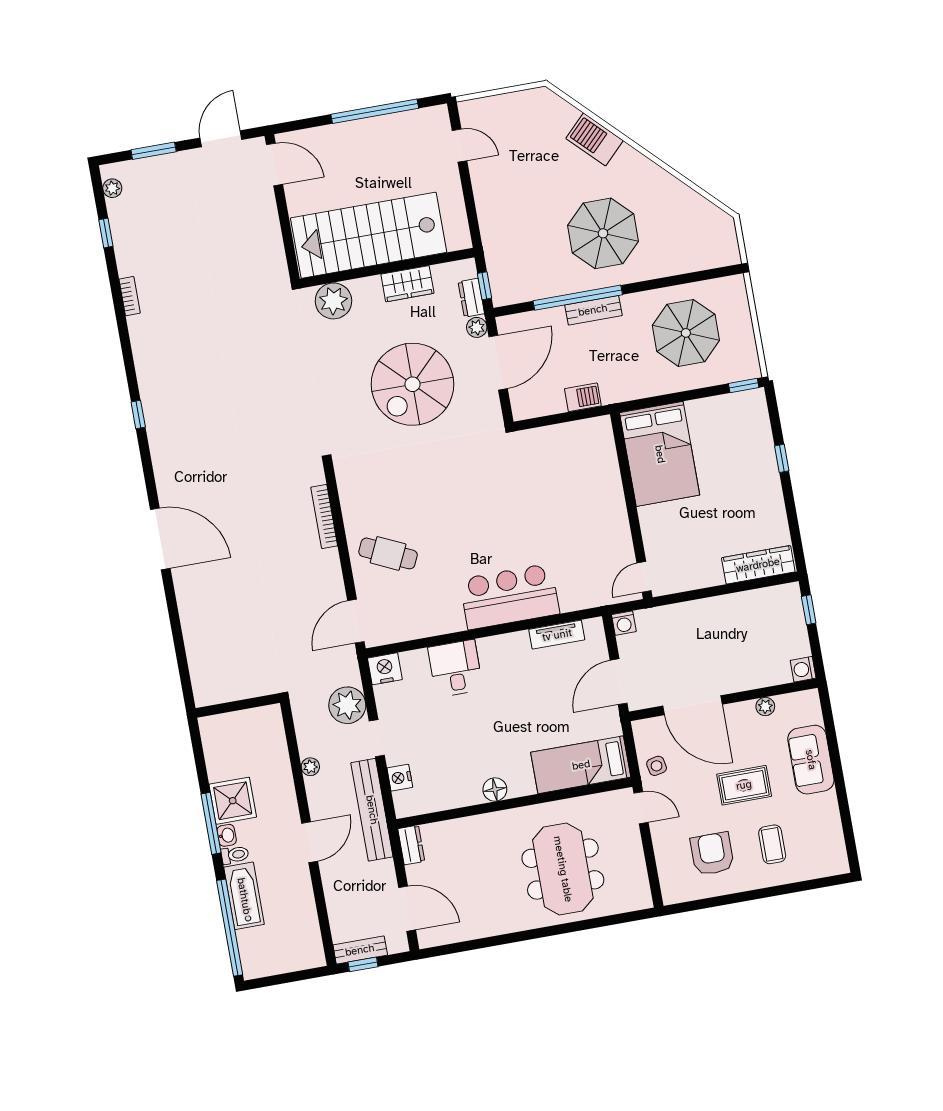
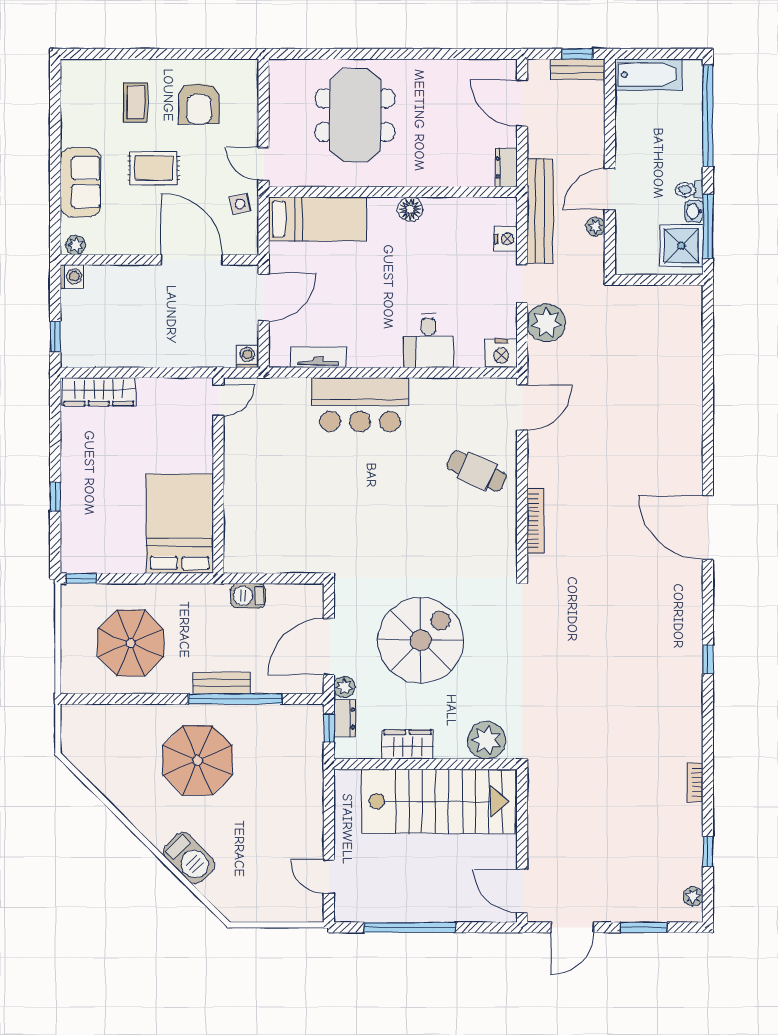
wall: (238, 705) -> (659, 280), moved
plant: (765, 707) -> (76, 245), moved
plant: (310, 767) -> (595, 227), moved
bathtub: (244, 896) -> (648, 75), moved, turned -90

